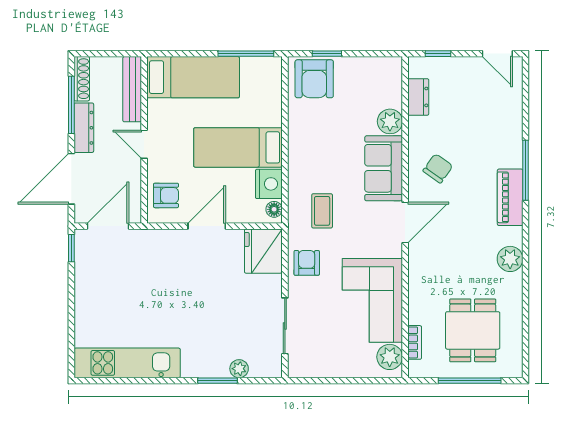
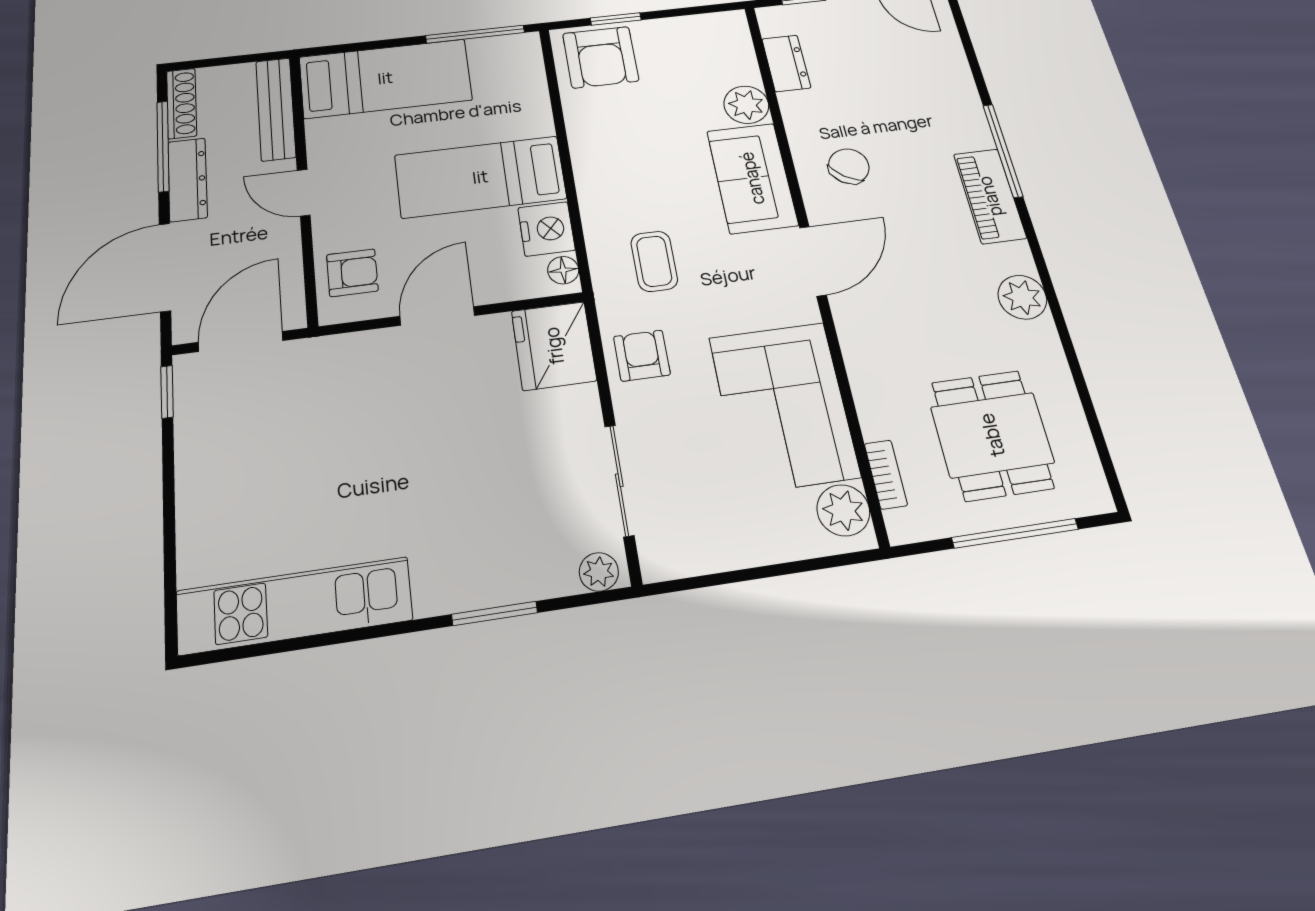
plant: (239, 369) -> (599, 572), moved

